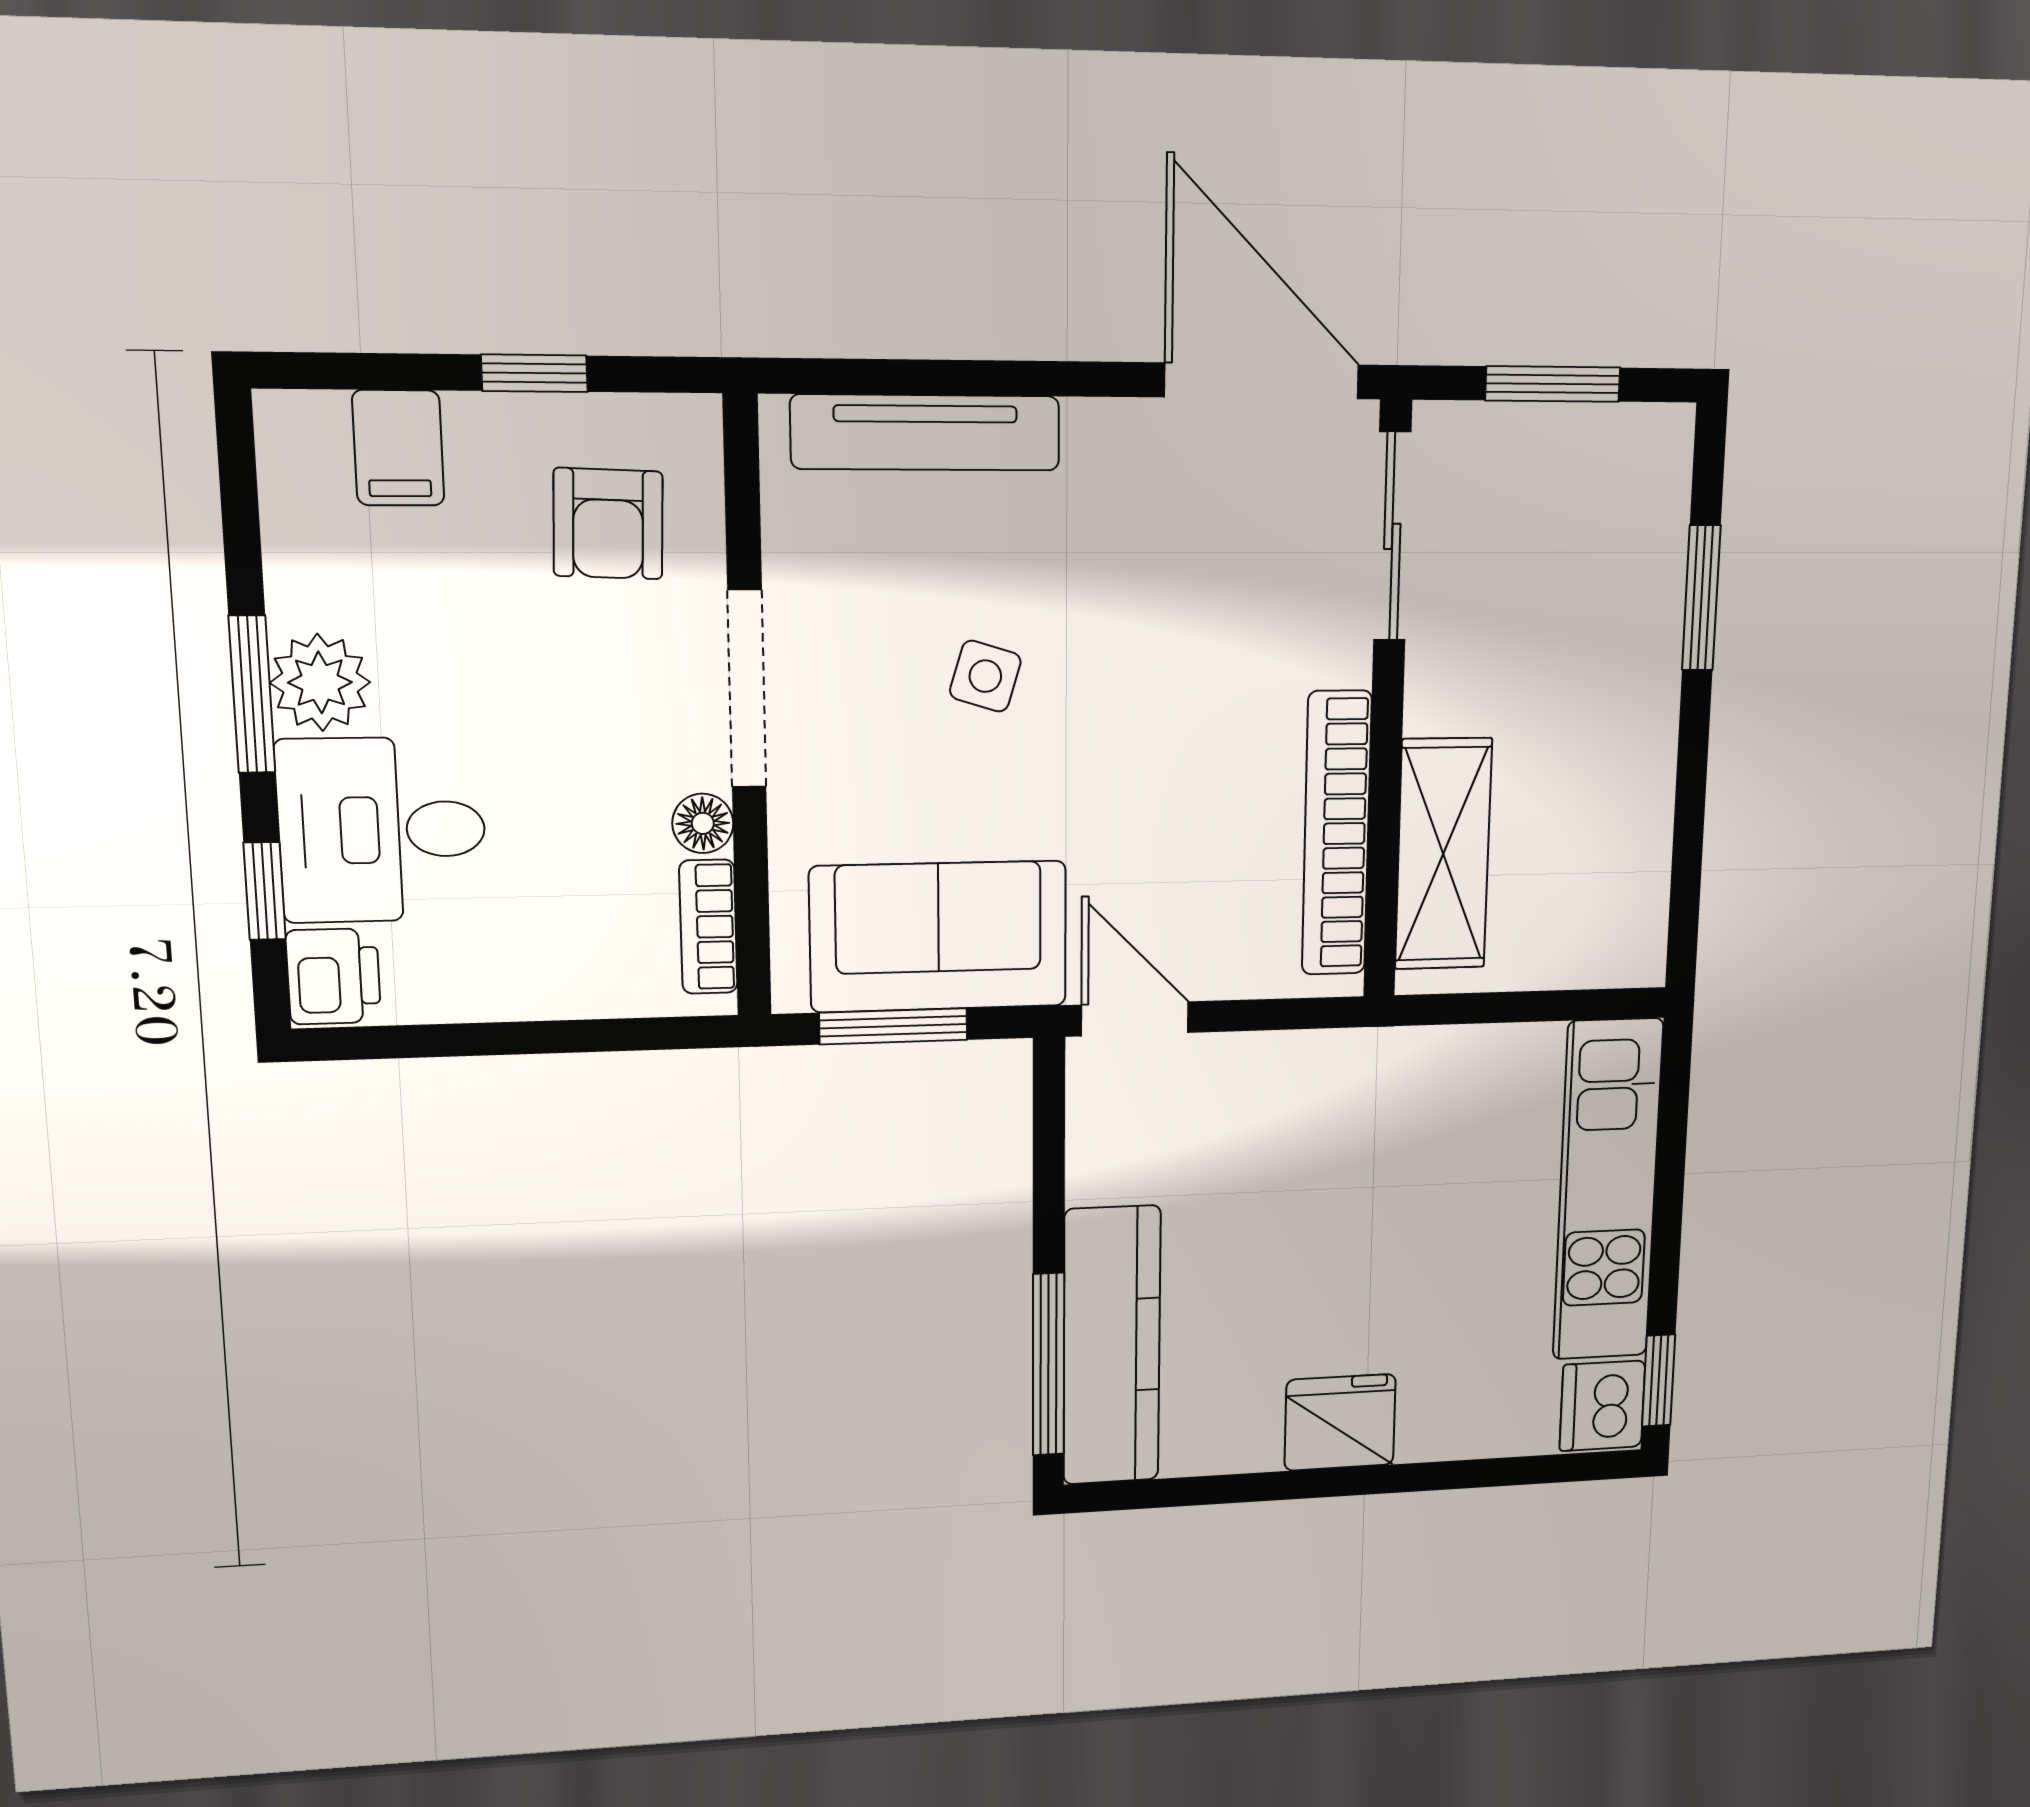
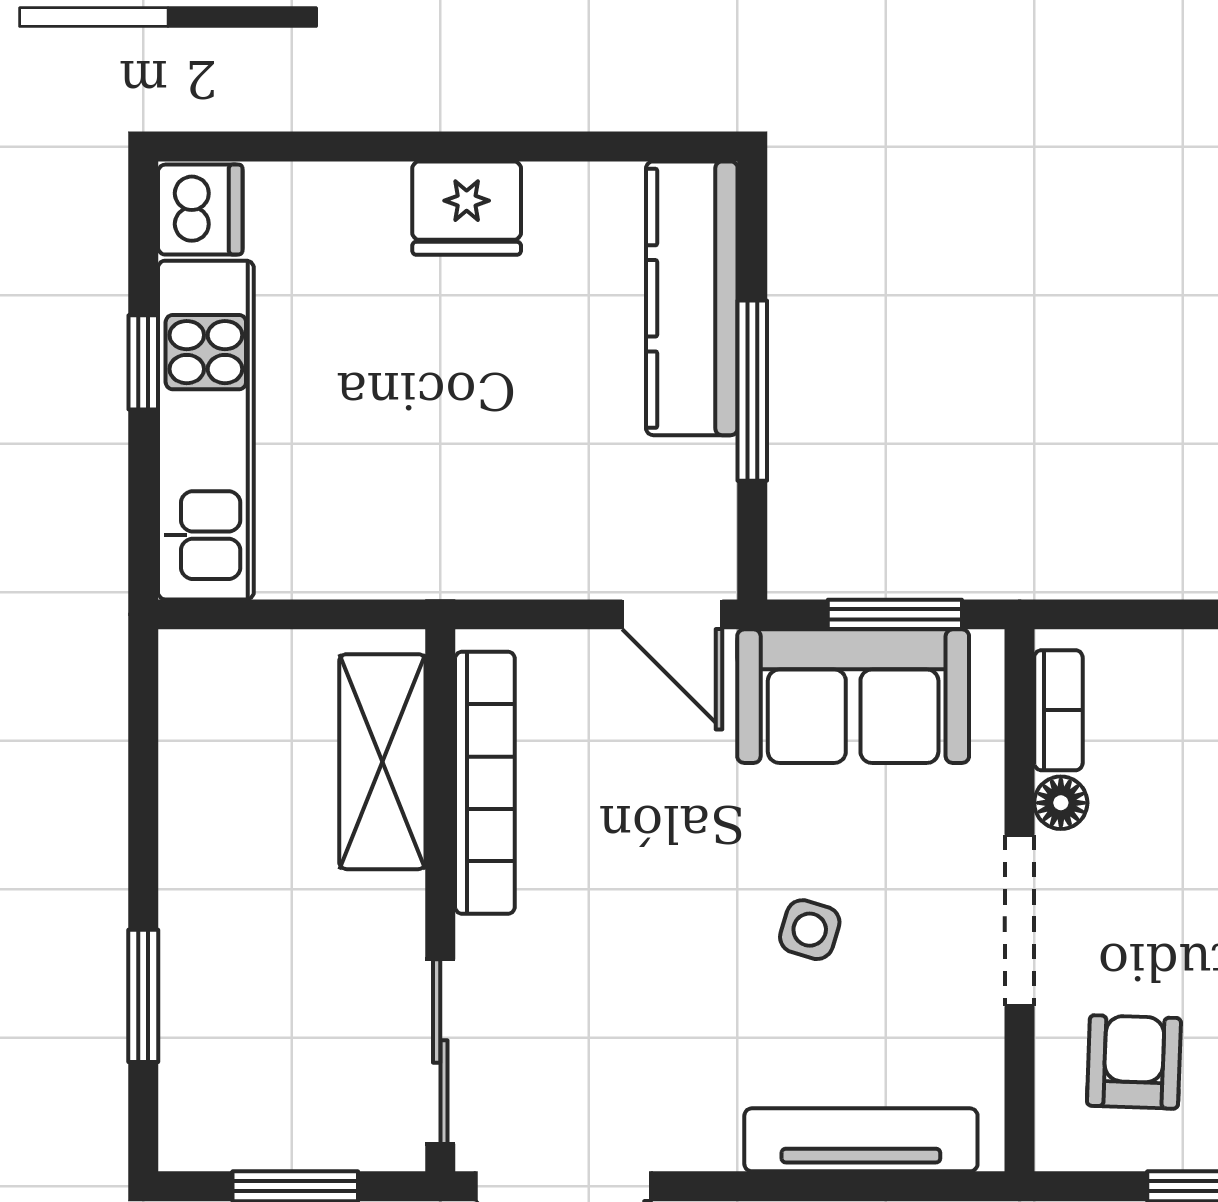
window: (1049, 1364) -> (752, 391), moved
window: (1659, 1381) -> (143, 362), moved

